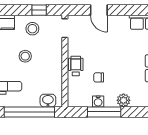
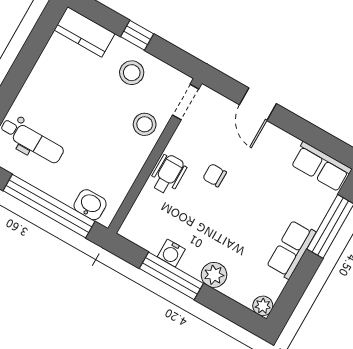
window: (39, 10) -> (137, 35), moved
stool: (25, 56) -> (145, 124), moved
chair: (99, 77) -> (215, 175), moved

